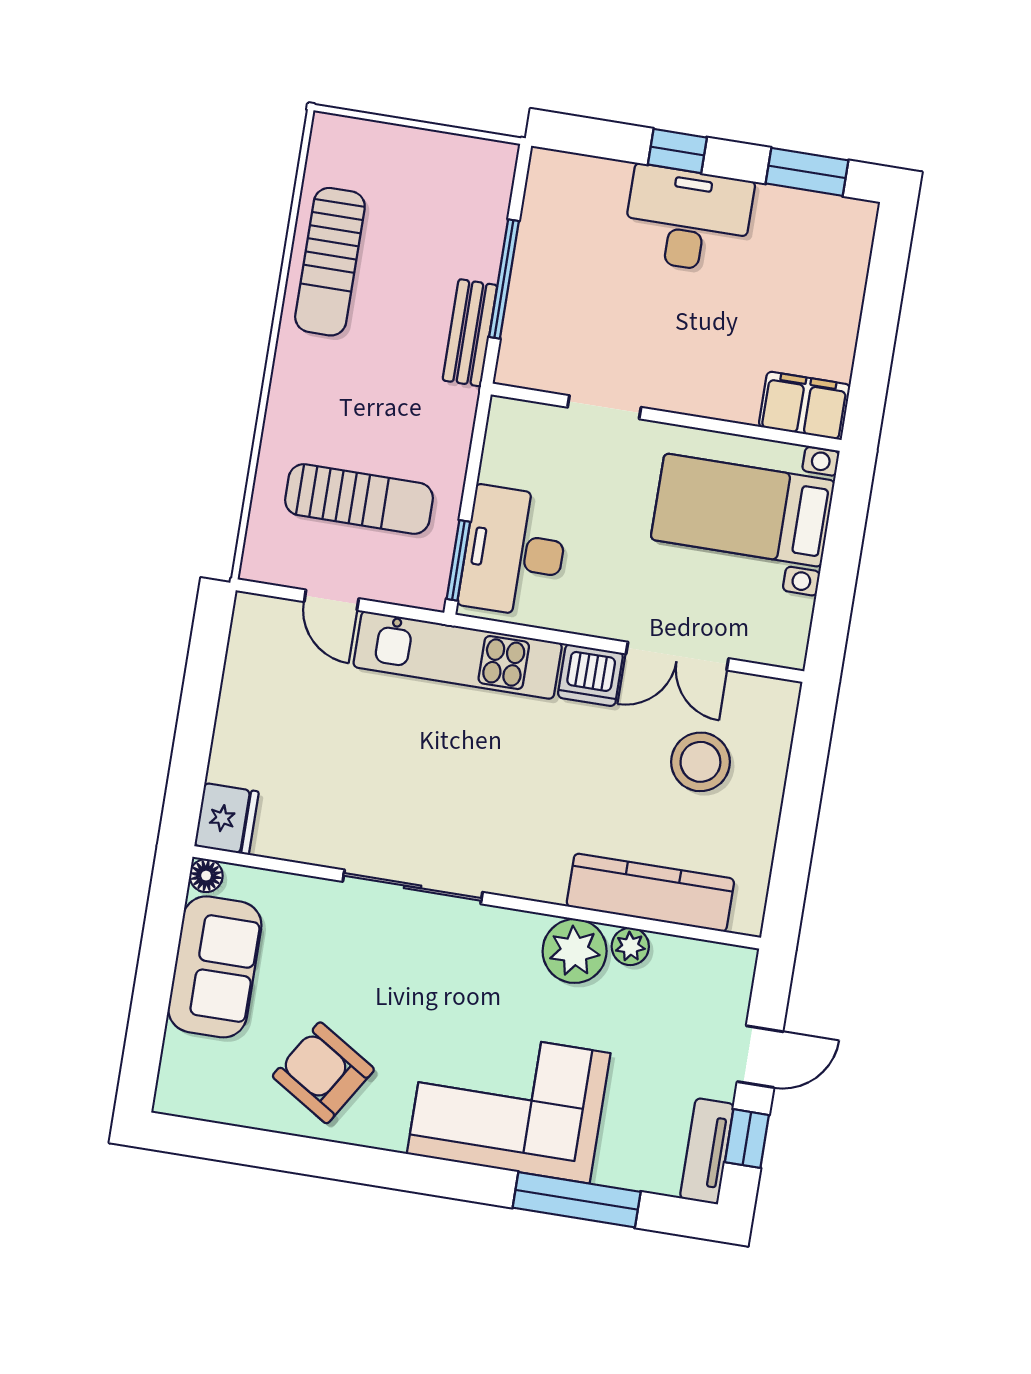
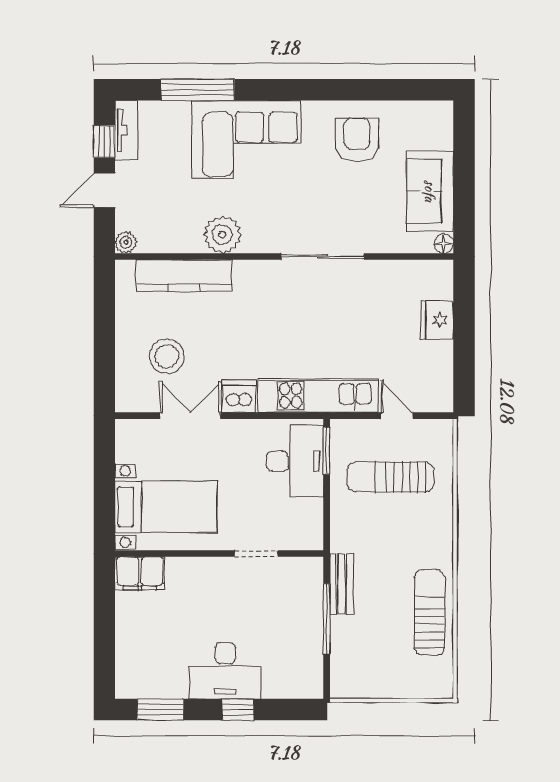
fridge: (227, 819) -> (437, 320), moved
plant: (630, 946) -> (126, 242), moved
armchair: (323, 1073) -> (357, 140), turned -122

